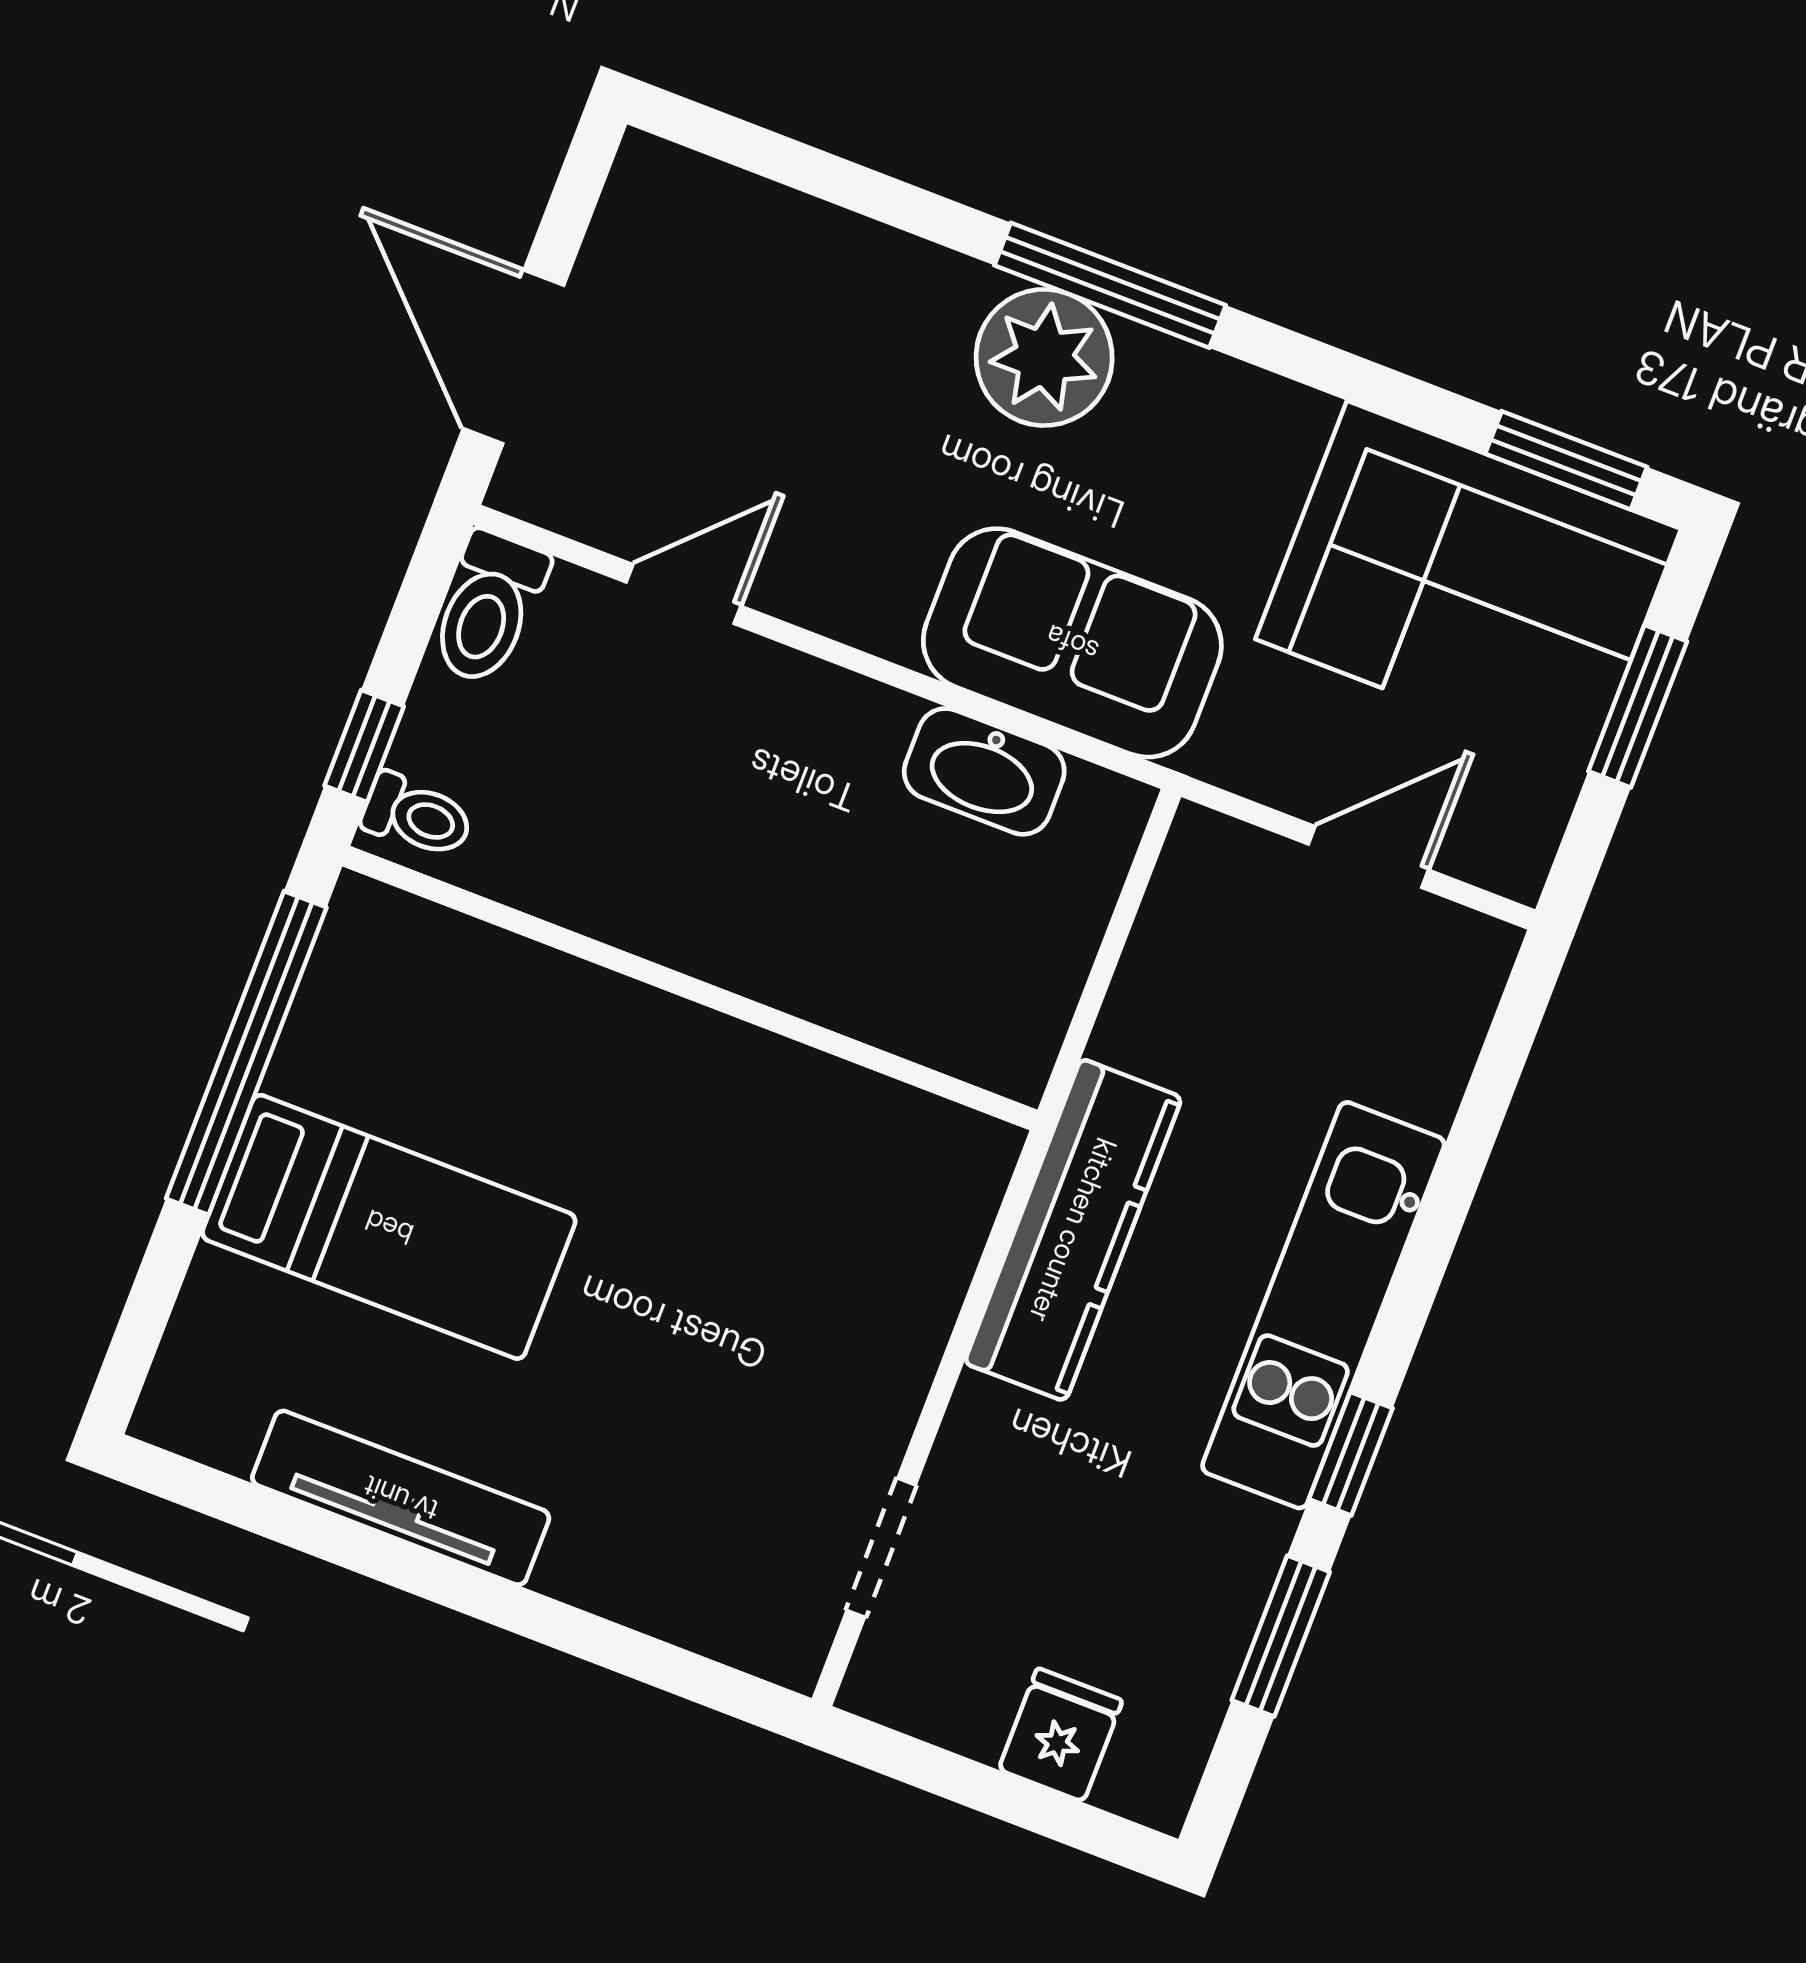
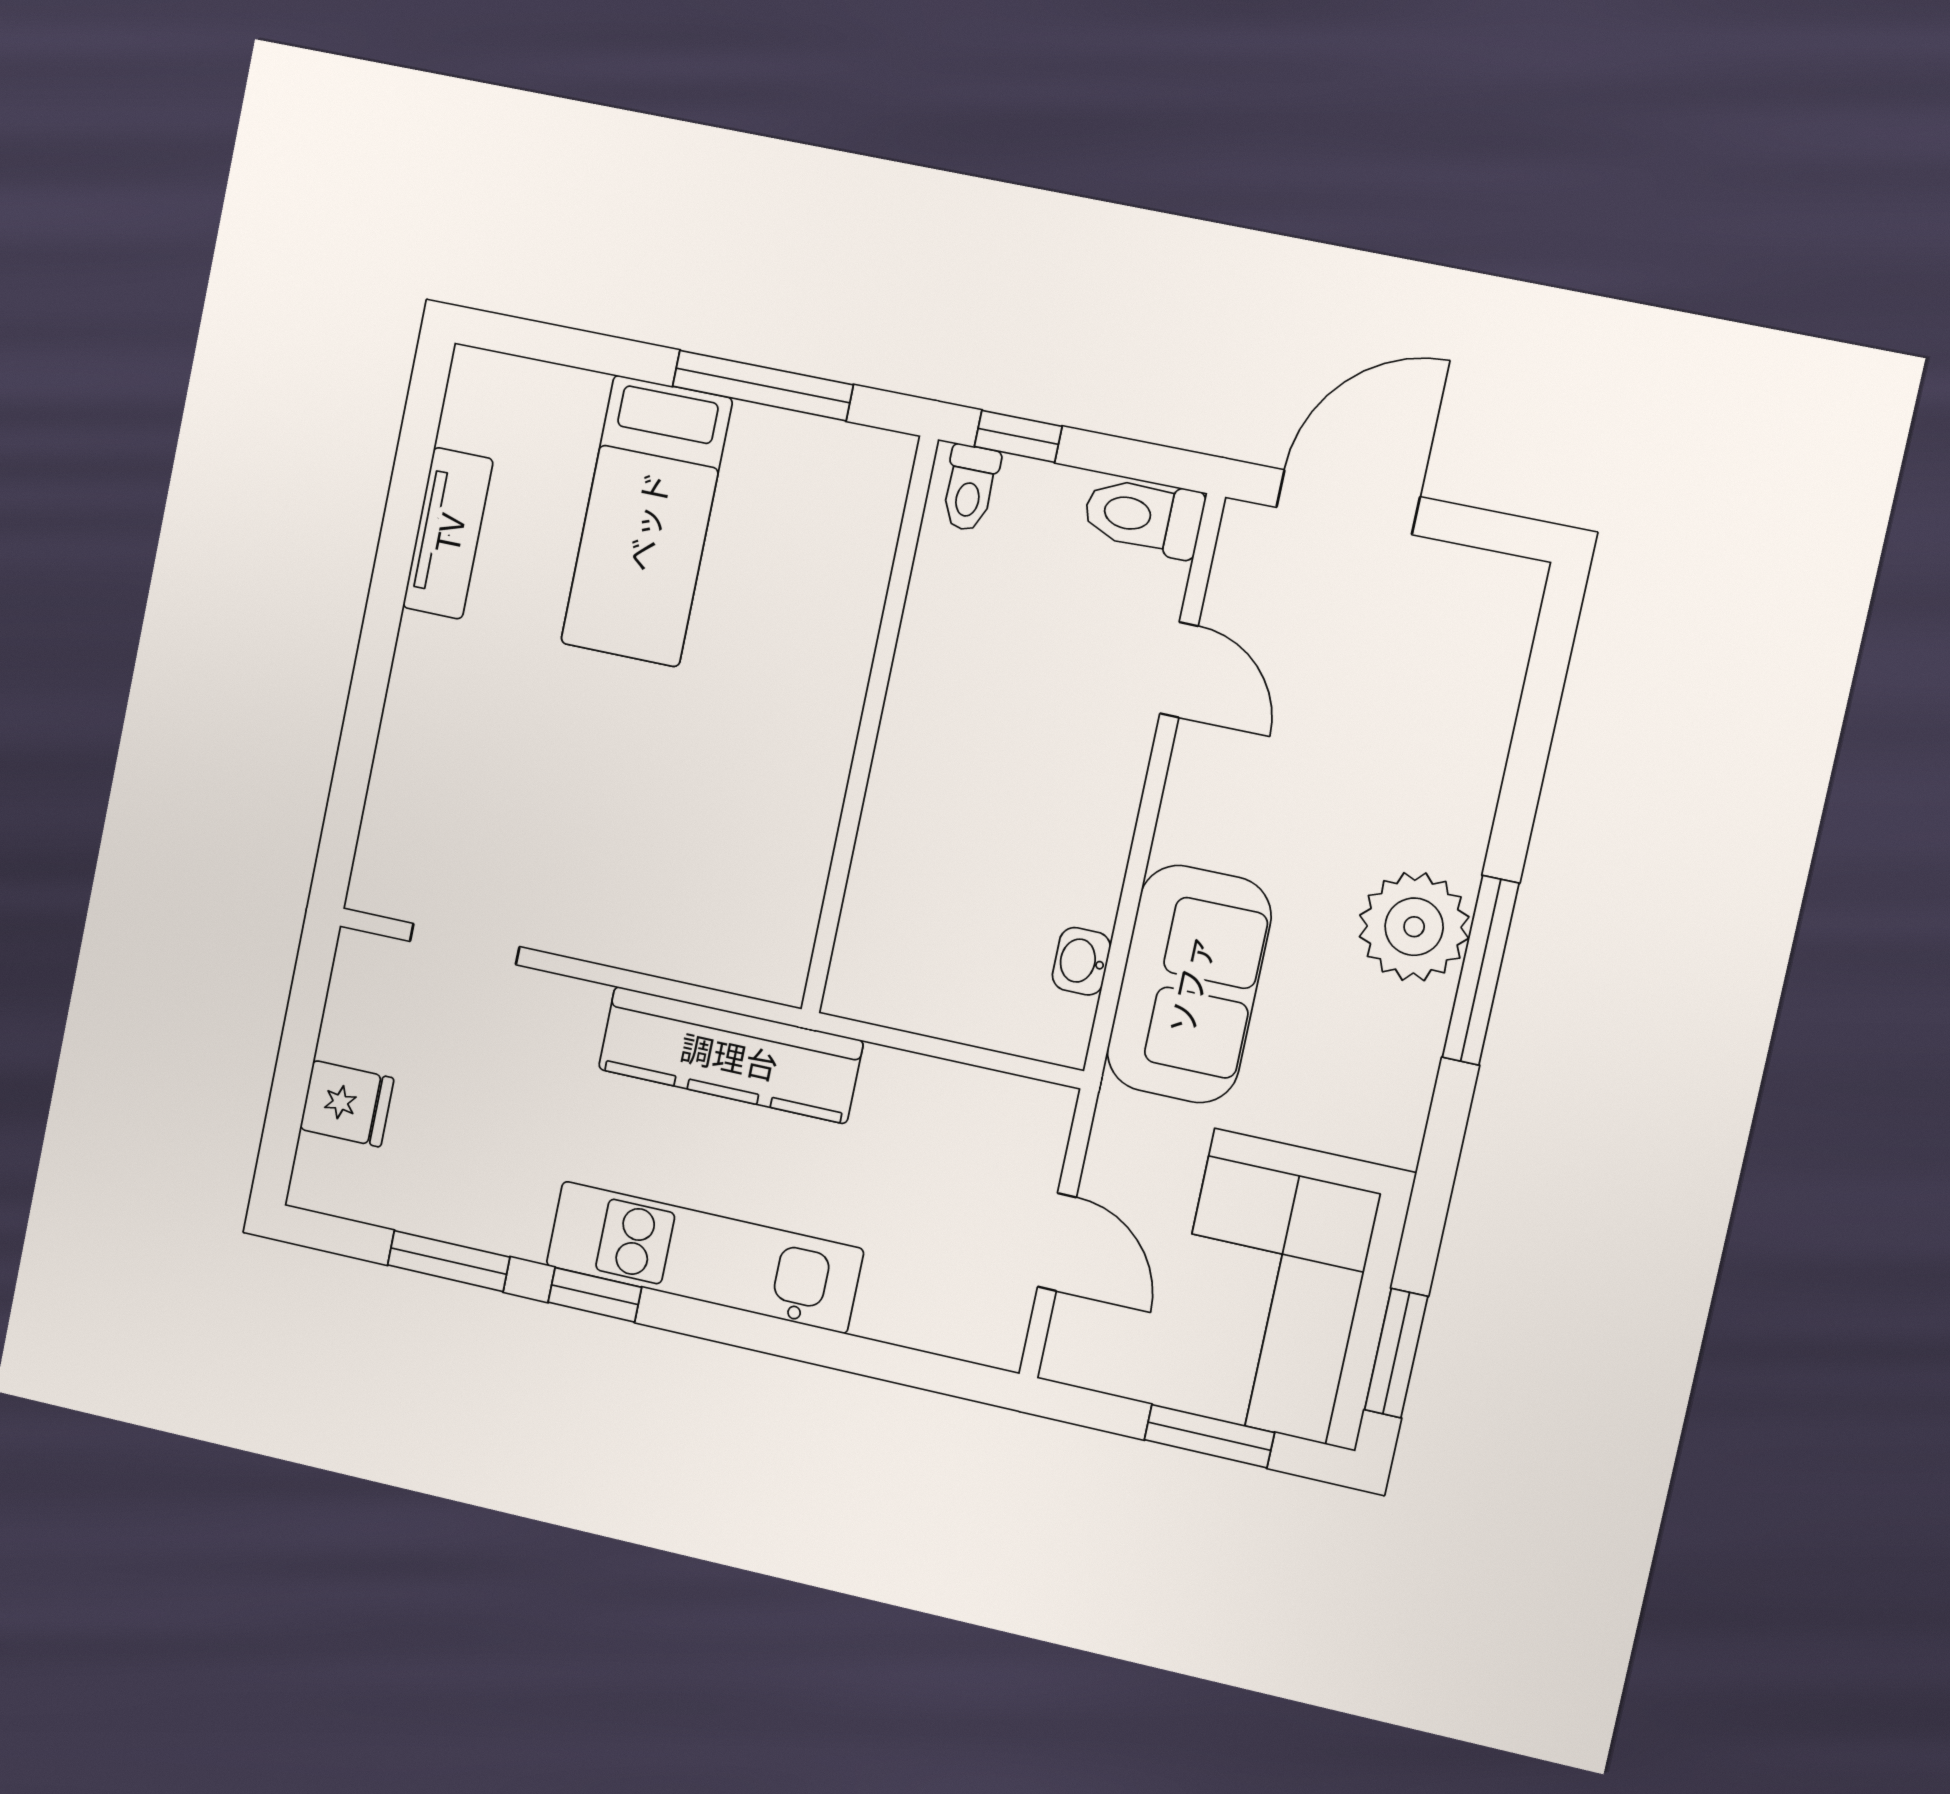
washbasin: (984, 771) -> (1081, 961), width x0.52, depth x0.69
window: (246, 1053) -> (763, 385), width x0.68
tv unit: (401, 1498) -> (448, 533), width x0.71

